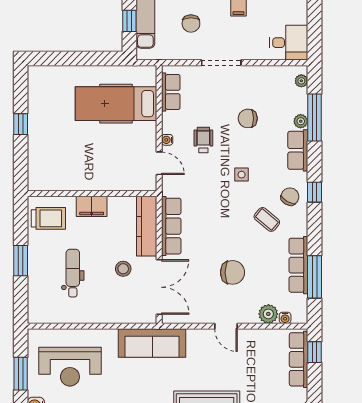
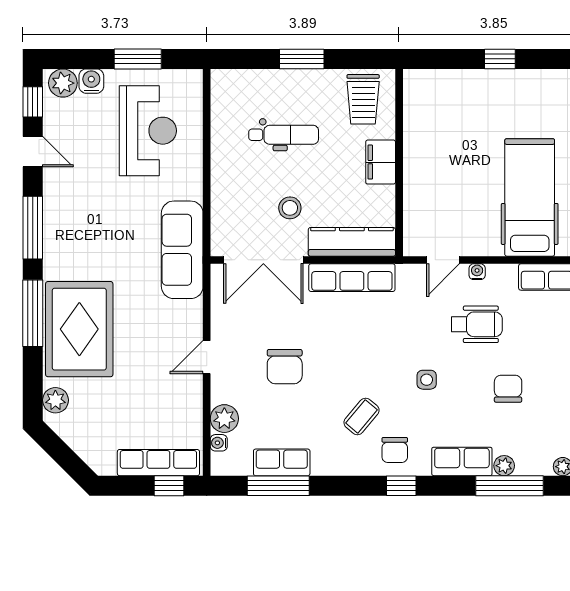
wheelchair: (203, 140) -> (477, 324), width x1.36, depth x1.37
chair: (290, 197) -> (395, 450), turned 60
row of seats: (298, 265) -> (282, 462), width x0.68
reception desk: (70, 367) -> (148, 131), turned 180

